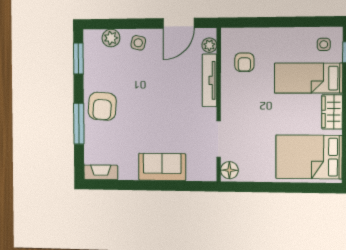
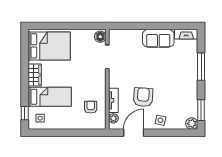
plant: (111, 38) -> (192, 124), moved
tv unit: (210, 80) -> (113, 100), width x0.71
armchair: (102, 106) -> (143, 97), moved
sofa: (162, 167) -> (158, 38), moved

